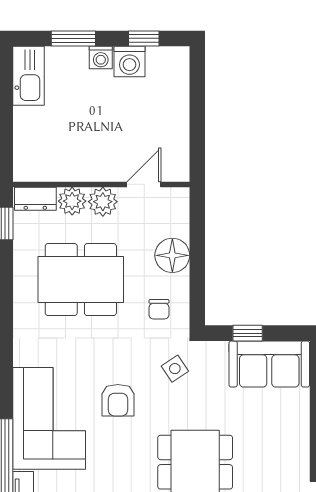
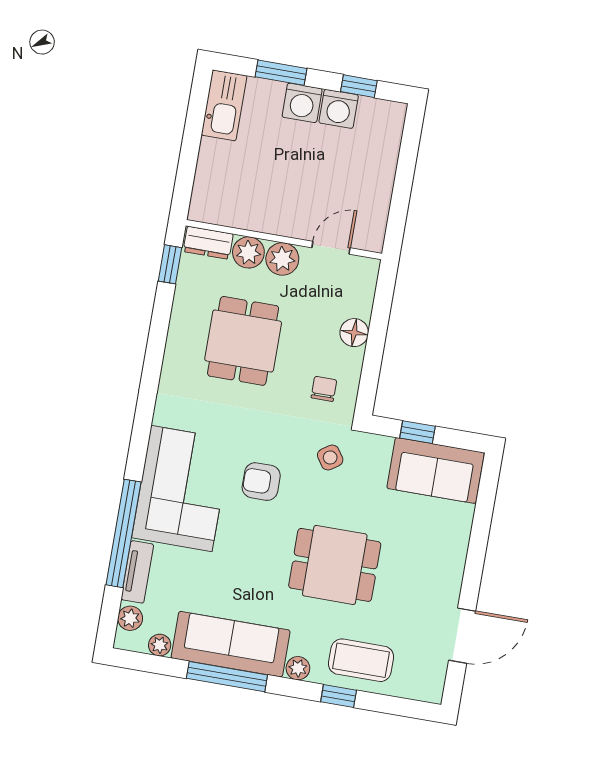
washing machine: (101, 57) -> (302, 103), width x1.38, depth x1.38
floor lamp: (172, 255) -> (354, 333), width x0.73, depth x0.73
dining table: (81, 280) -> (243, 341), width x0.73
chair: (159, 309) -> (324, 389), turned 180
armchair: (118, 400) -> (261, 482), turned 90

